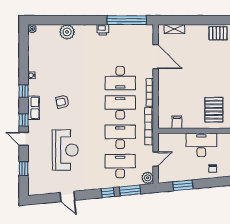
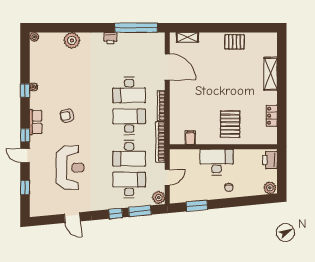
window: (24, 91) -> (25, 91), moved
desk: (120, 137) -> (129, 153), turned 180

